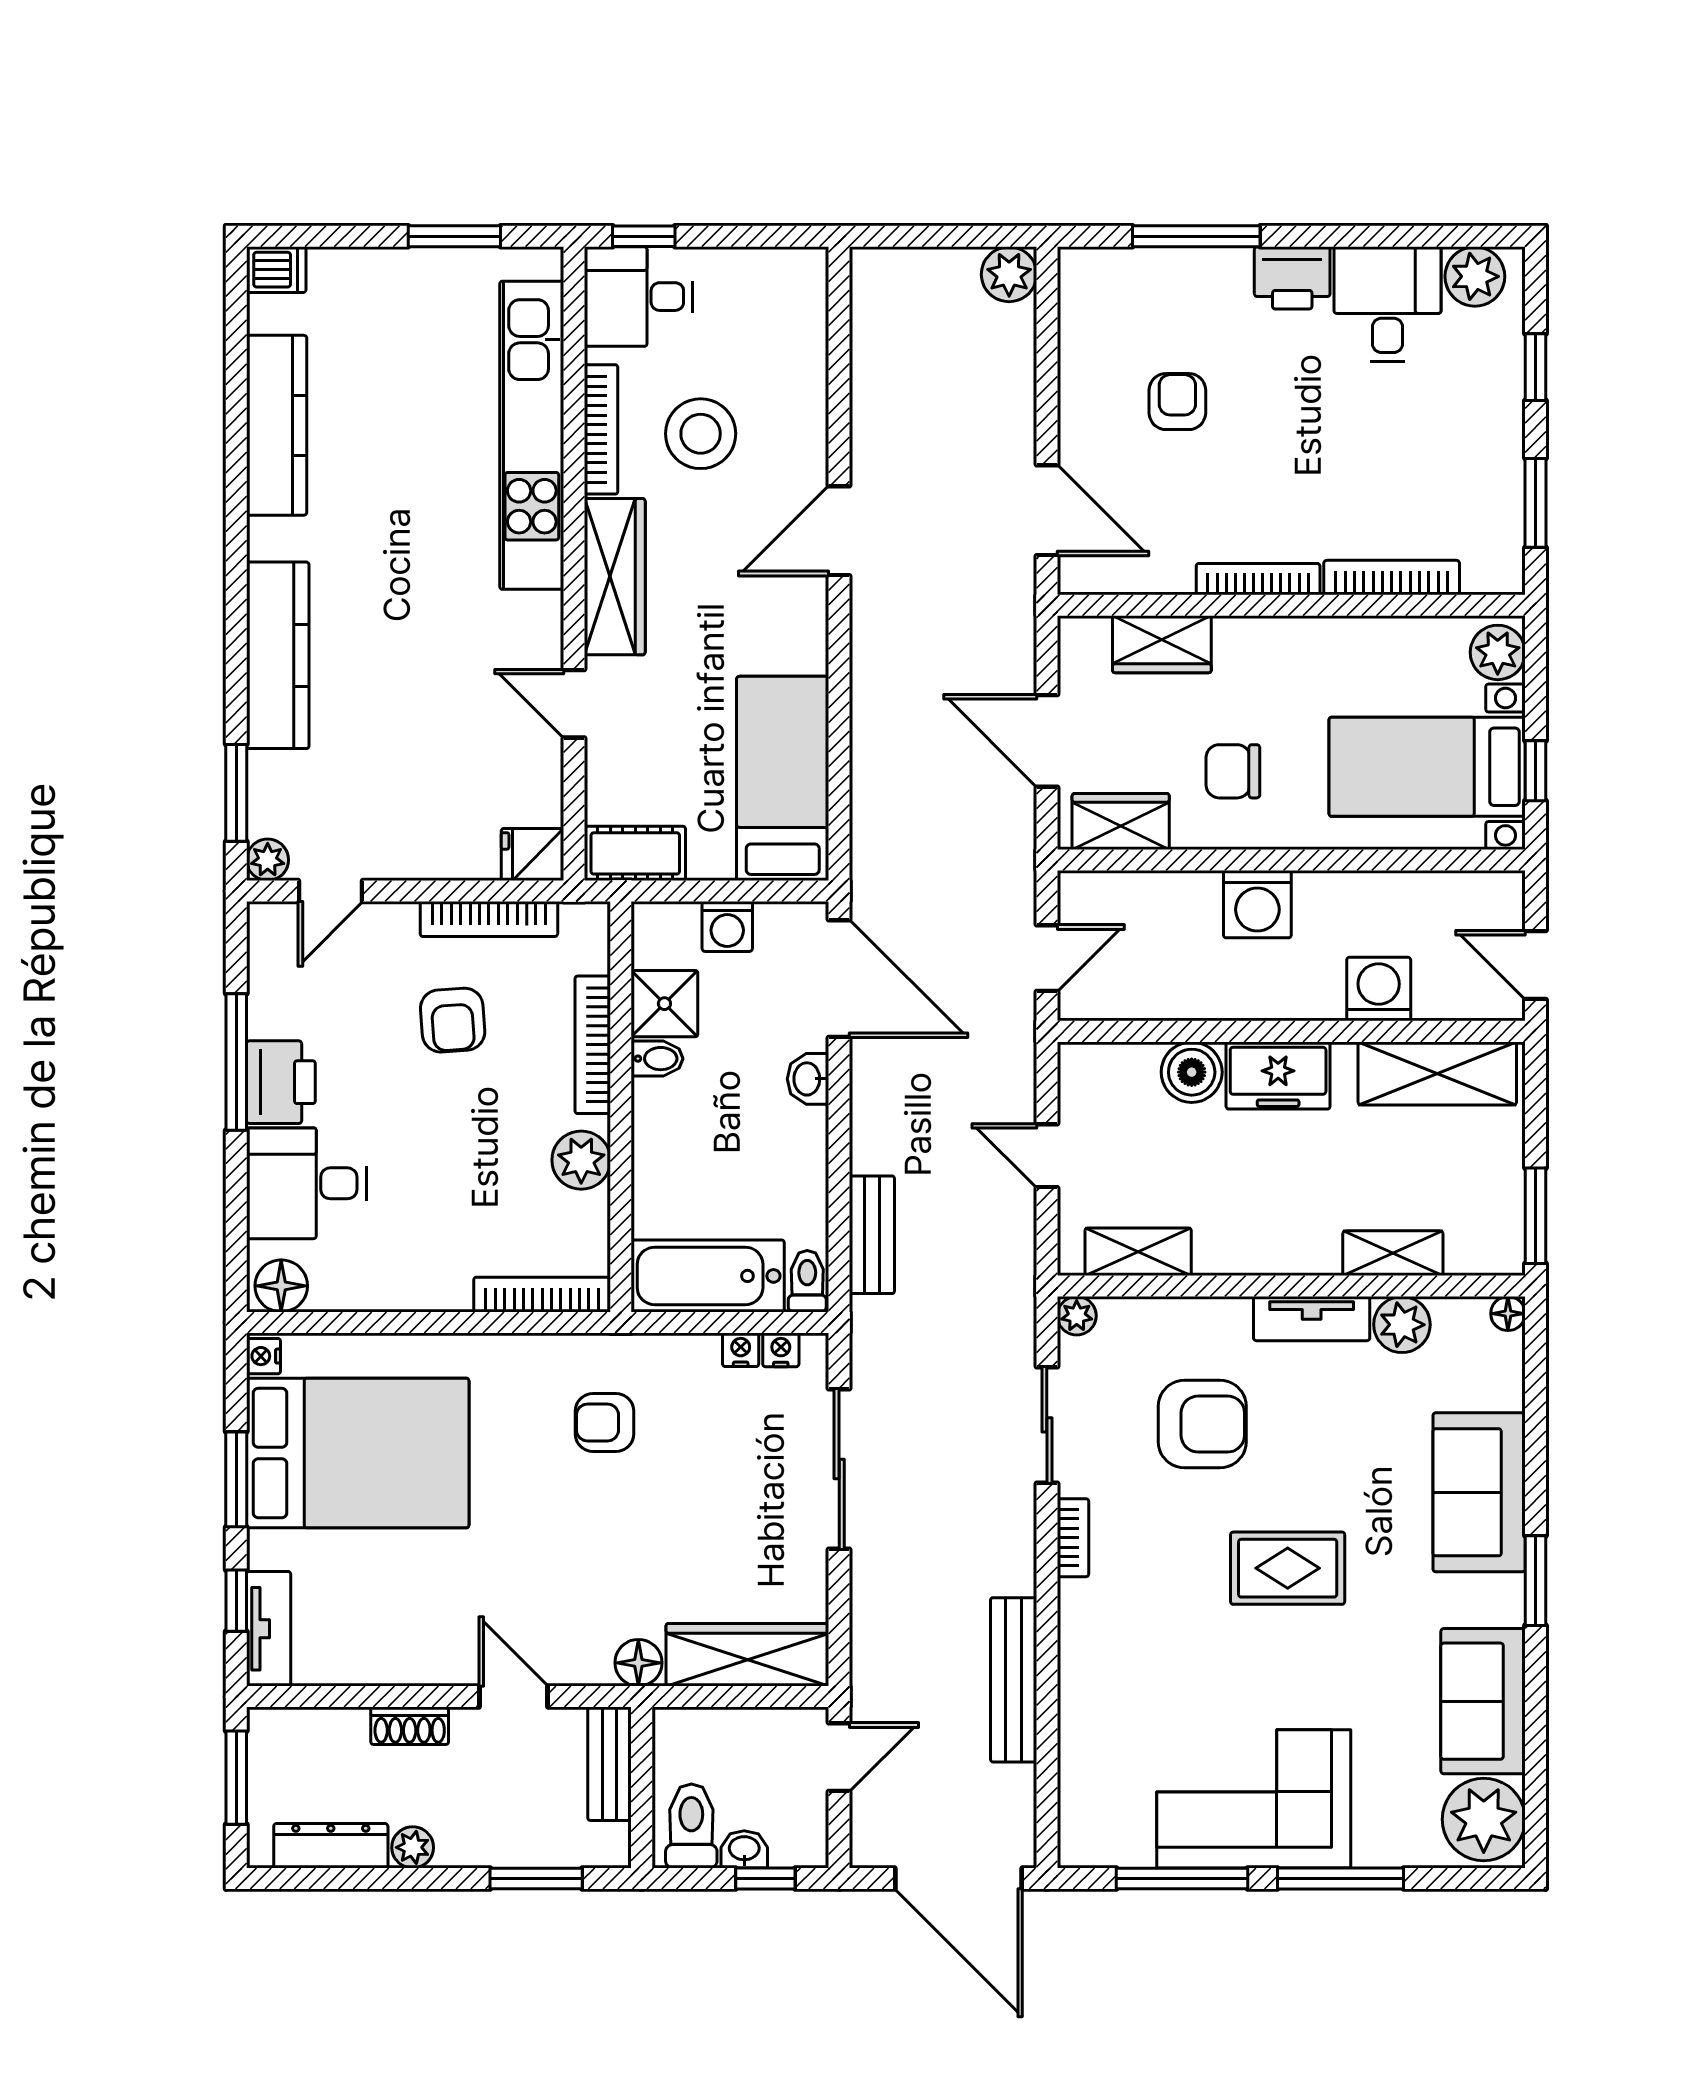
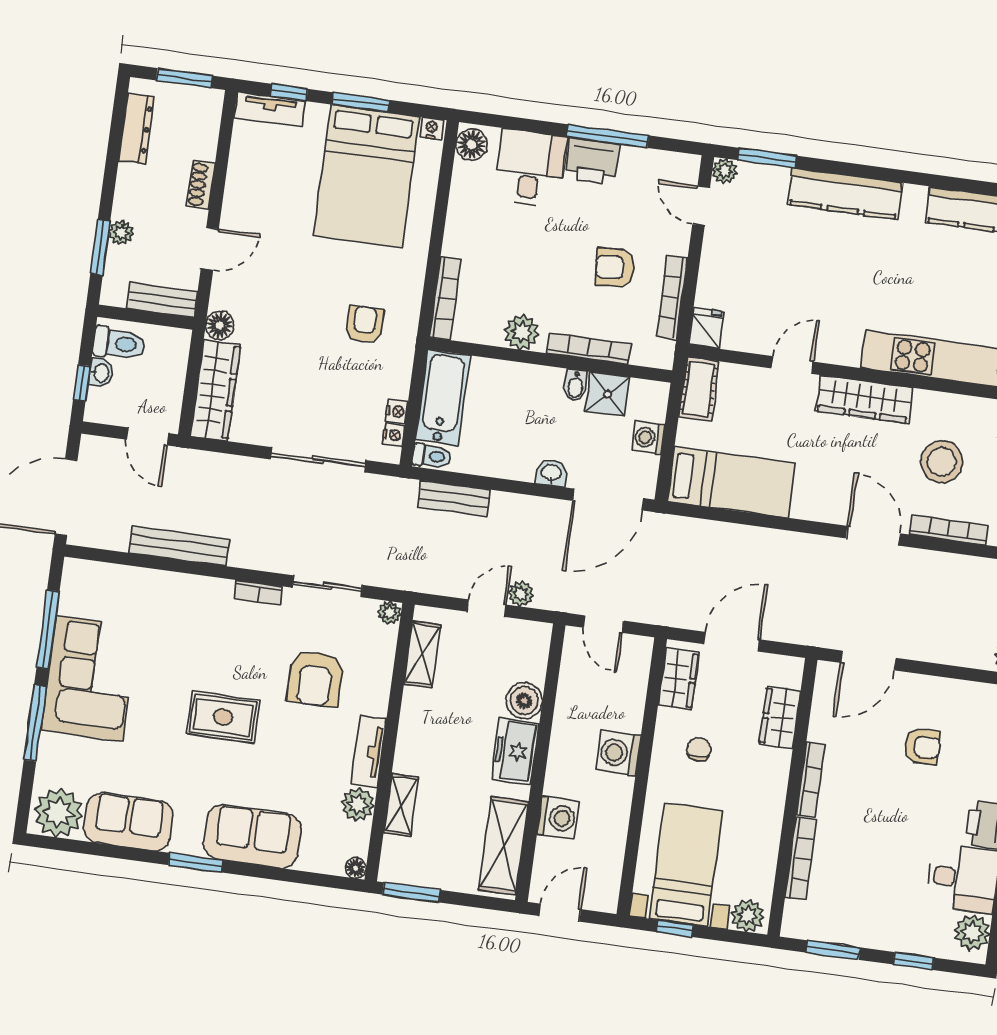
bookcase: (601, 429) -> (949, 530), moved, turned 180
chair: (1233, 771) -> (699, 749), width x0.73, depth x0.73
plant: (1015, 1102) -> (521, 594), added
rug: (1288, 1568) -> (223, 717), turned 90
plant: (413, 1847) -> (121, 233), moved

